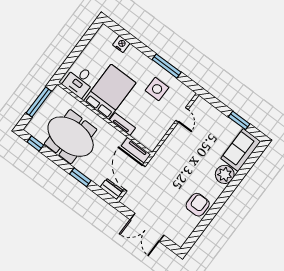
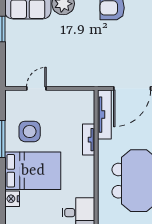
bed: (110, 92) -> (33, 171), moved, turned 180
tv unit: (136, 150) -> (104, 115), width x1.41

